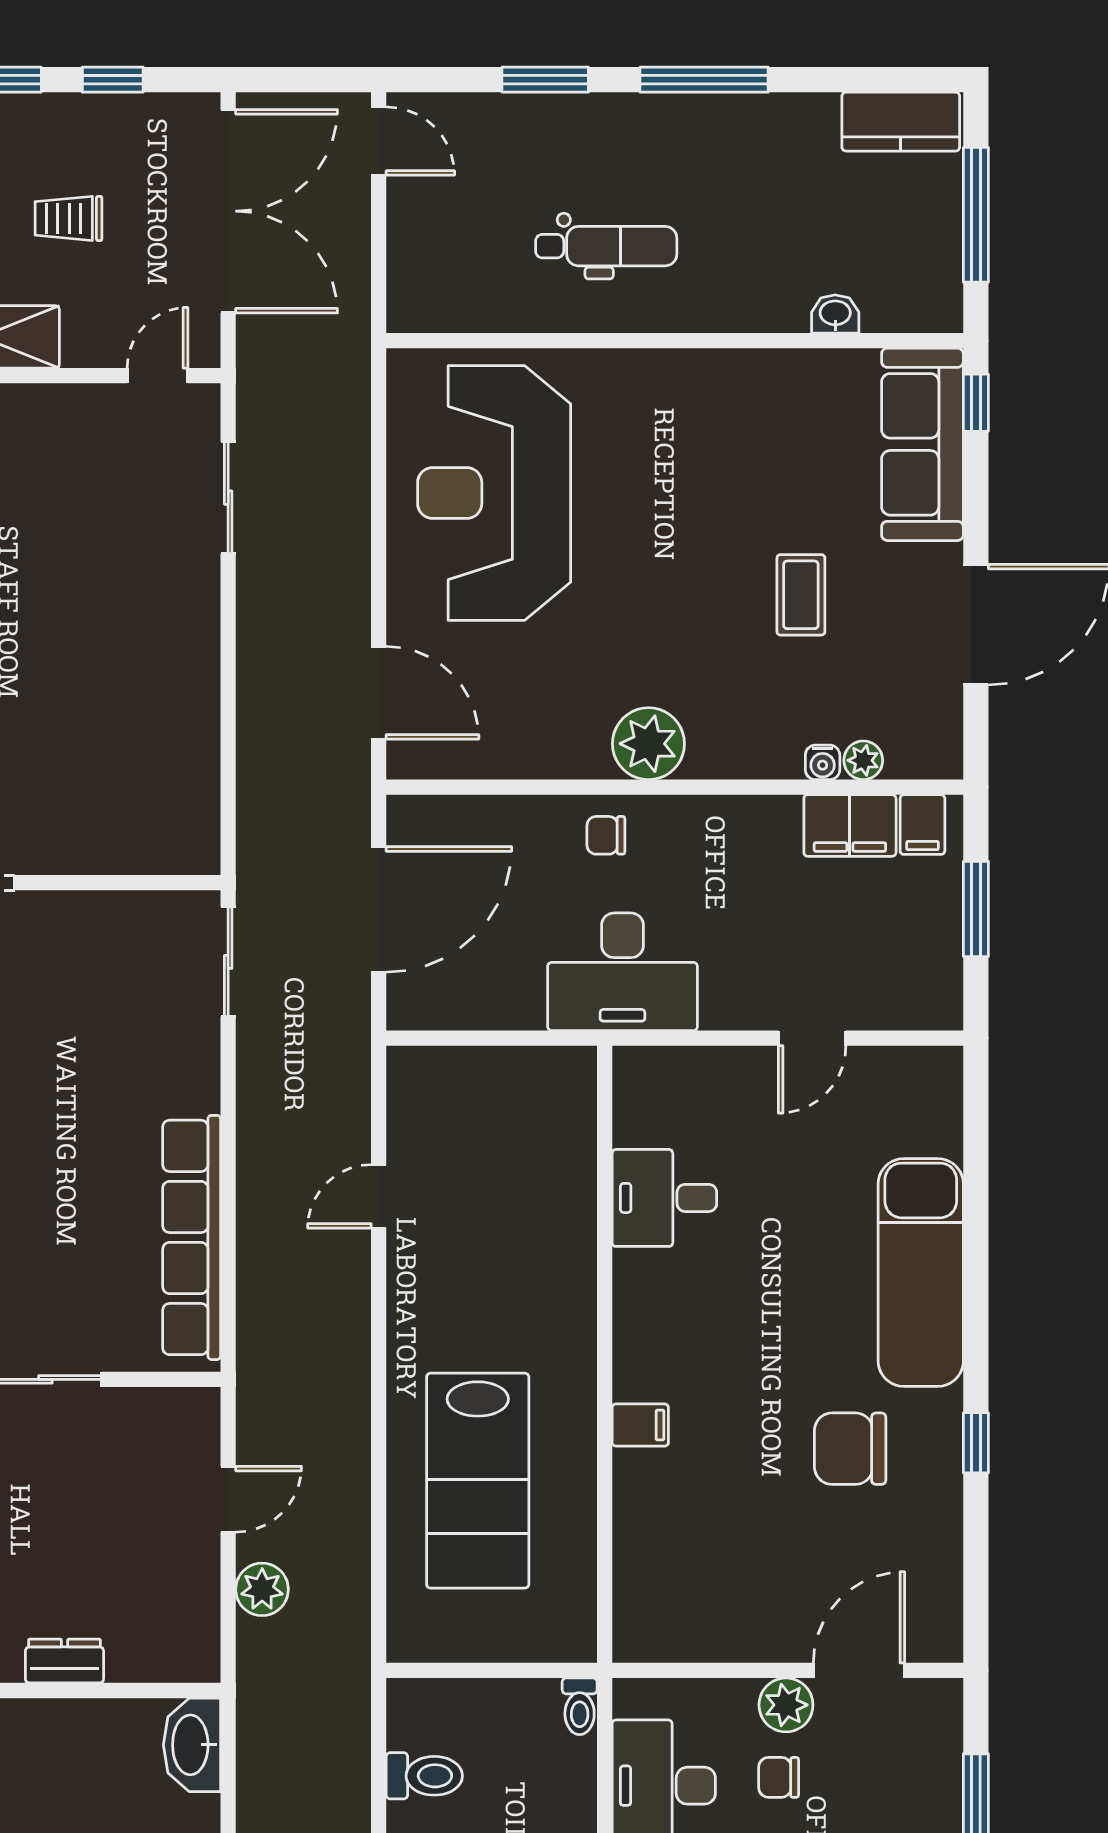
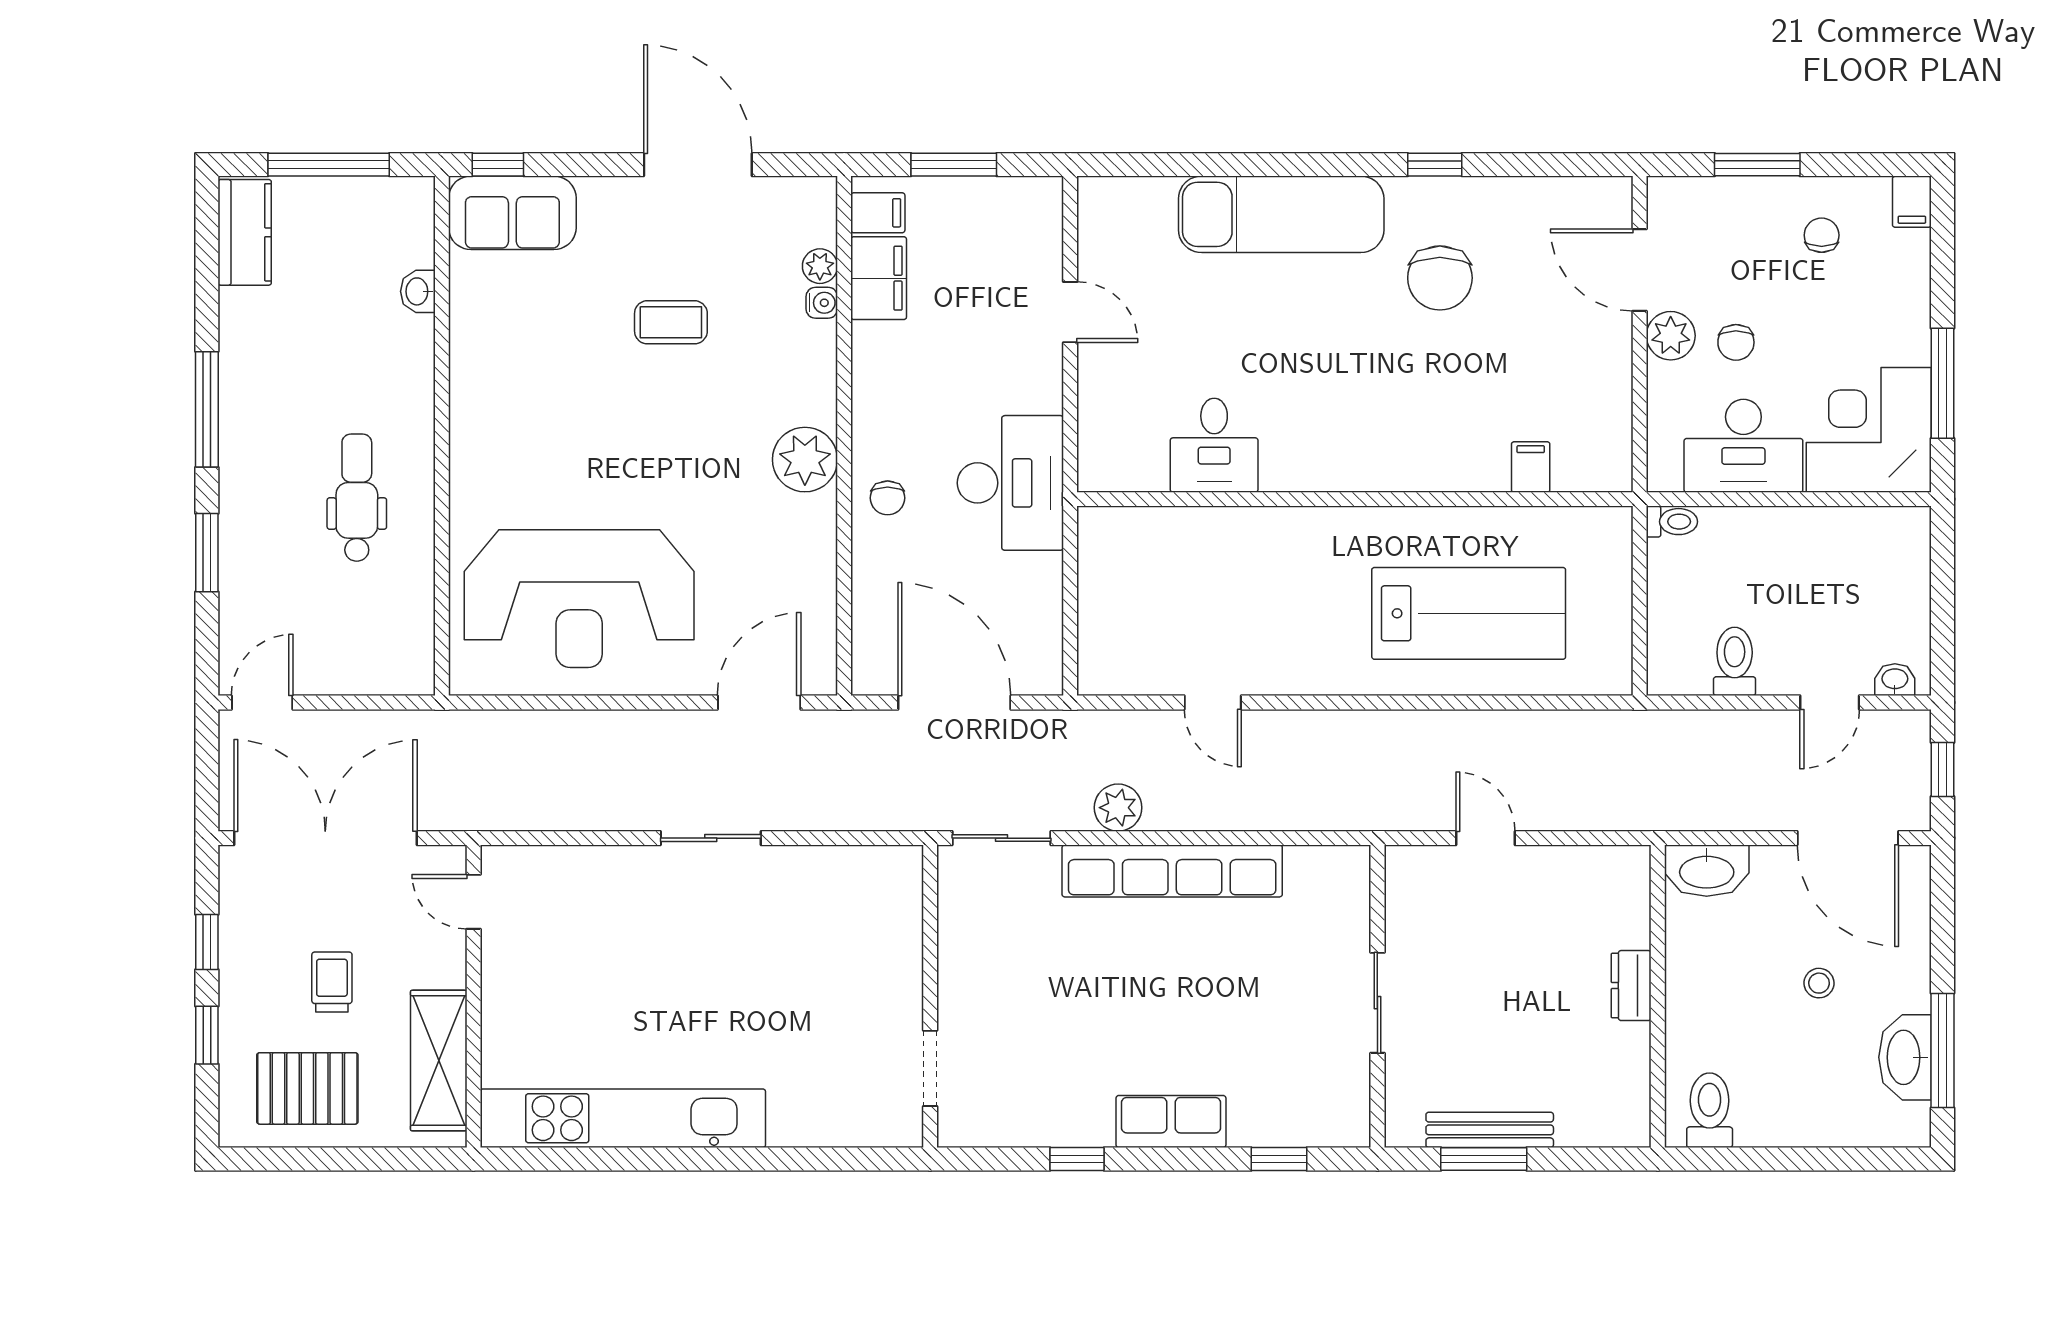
trolley: (68, 218) -> (332, 982), turned 180
sofa: (922, 444) -> (512, 213), width x0.73
sliding door: (228, 498) -> (711, 838), moved
row of seats: (192, 1237) -> (1172, 871), moved
filing cabinet: (640, 1425) -> (1531, 467), moved
plant: (262, 1589) -> (1118, 808), moved

